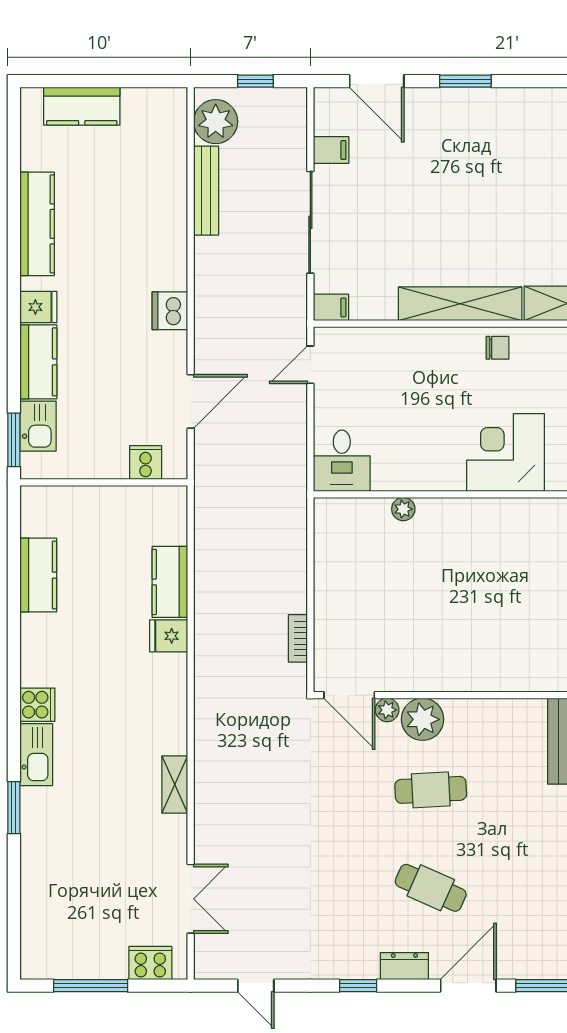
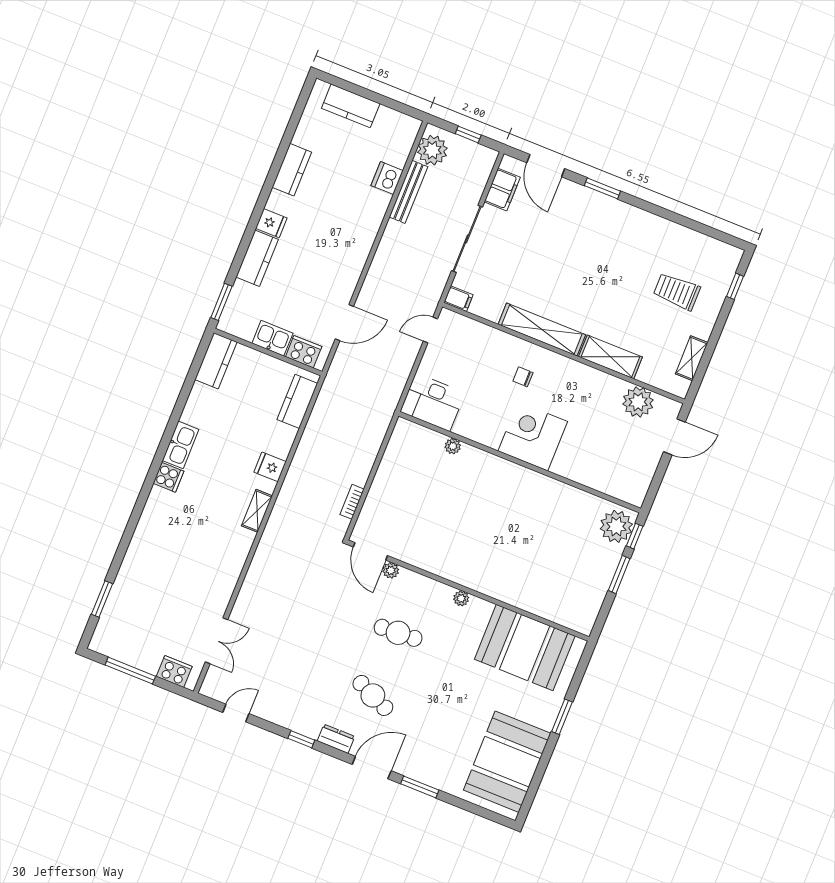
filing cabinet: (331, 150) -> (502, 190), width x2.00
kitchen counter: (37, 224) -> (292, 170), width x0.67
dishwasher: (170, 311) -> (387, 178), moved
chair: (497, 348) -> (523, 377), moved, turned 180
kitchen sink: (38, 426) -> (272, 338), moved, turned -90
desk: (342, 461) -> (433, 402), width x1.37
cooker: (146, 463) -> (304, 352), width x1.36
kitchen counter: (38, 575) -> (216, 361), moved
kitchen counter: (170, 582) -> (297, 401), moved
plant: (423, 719) -> (461, 598), moved, width x0.53, depth x0.53
kitchen sink: (36, 755) -> (181, 445), moved
shelving: (175, 785) -> (257, 511), moved
window: (14, 808) -> (102, 599), moved
door: (256, 986) -> (236, 713), swing flipped

